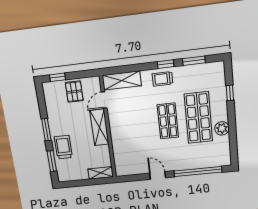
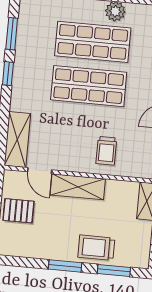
trolley: (162, 79) -> (106, 151), moved
shop shelf: (168, 121) -> (89, 86), width x1.43, depth x1.36

